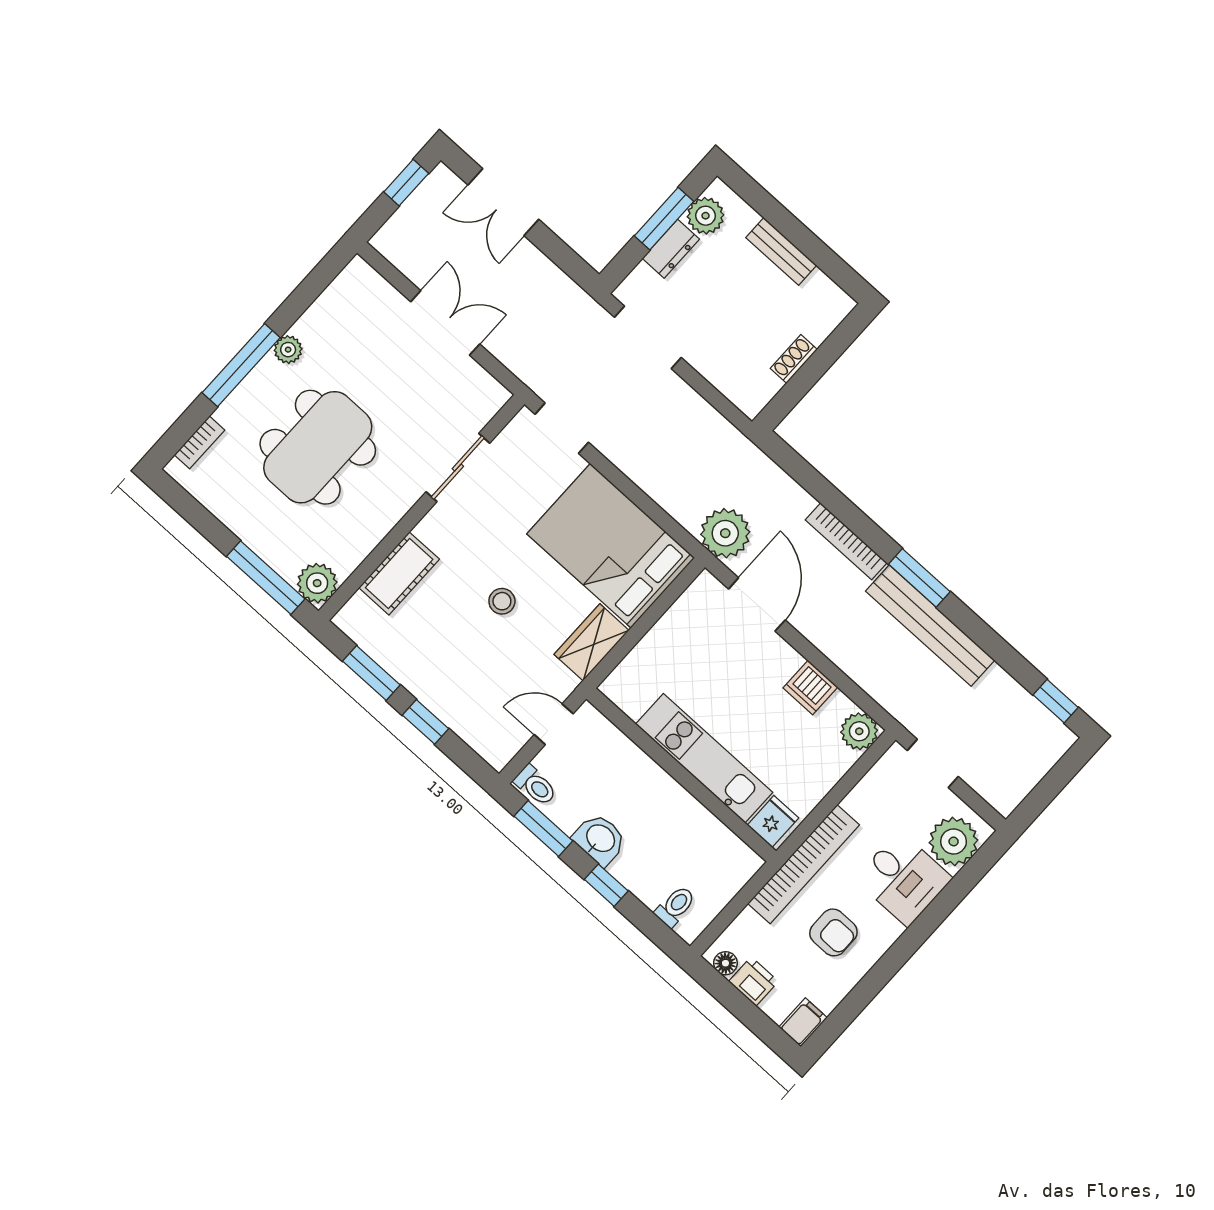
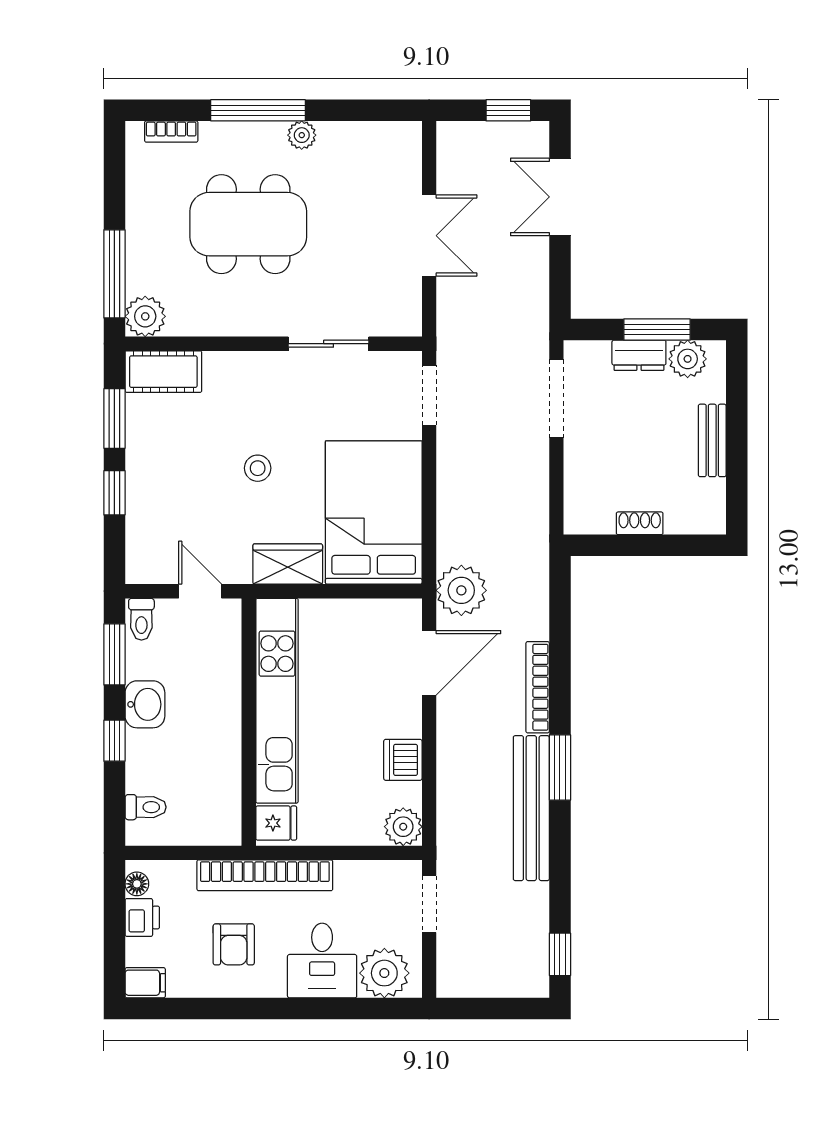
cot: (399, 573) -> (163, 372), moved
kitchen unit: (704, 758) -> (277, 701), width x1.36

